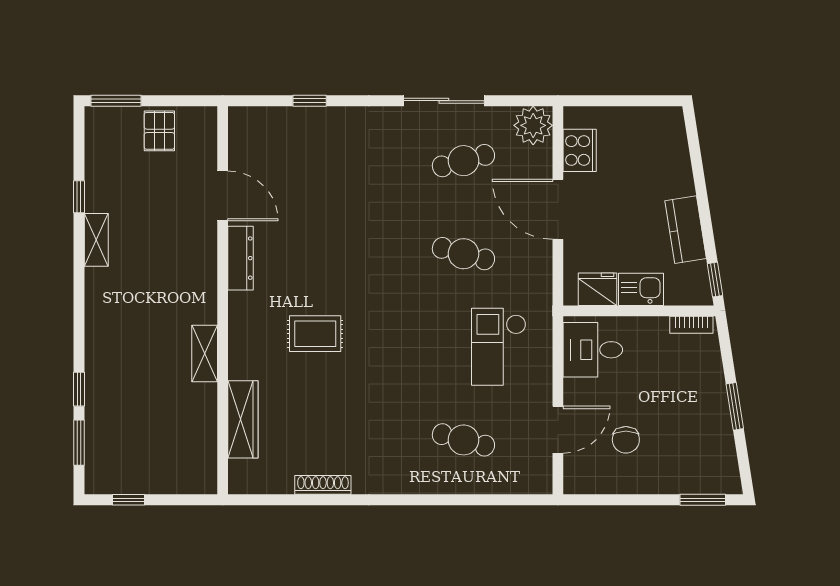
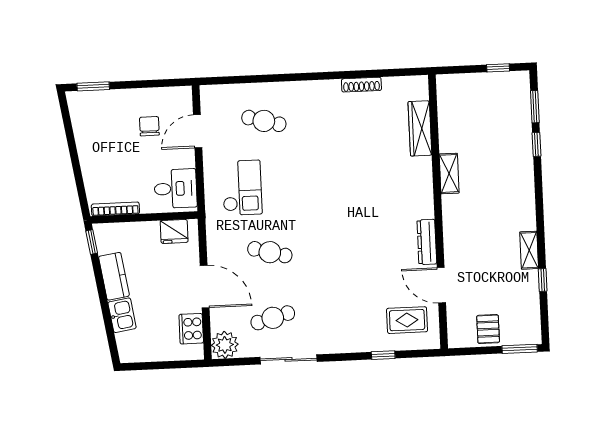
kitchen sink: (641, 289) -> (122, 315), moved, turned -99
bookcase: (691, 325) -> (115, 209), width x1.56
rug: (315, 334) -> (407, 320), moved
window: (735, 406) -> (74, 153), removed

